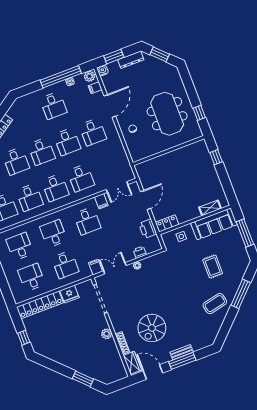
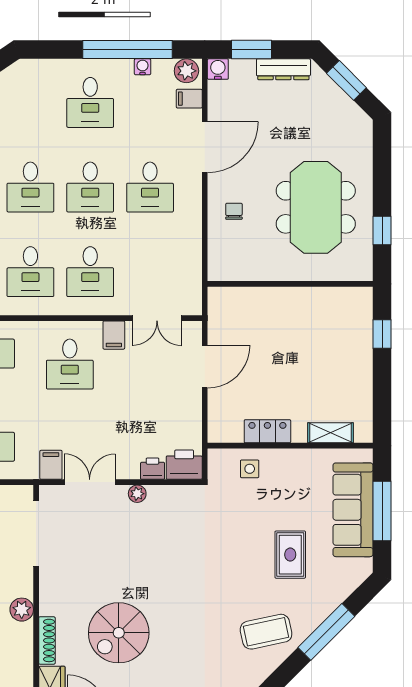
locker: (167, 223) -> (267, 431), moved
sofa: (214, 224) -> (353, 510), moved, turned 90
printer: (148, 229) -> (184, 465), moved, turned 90

